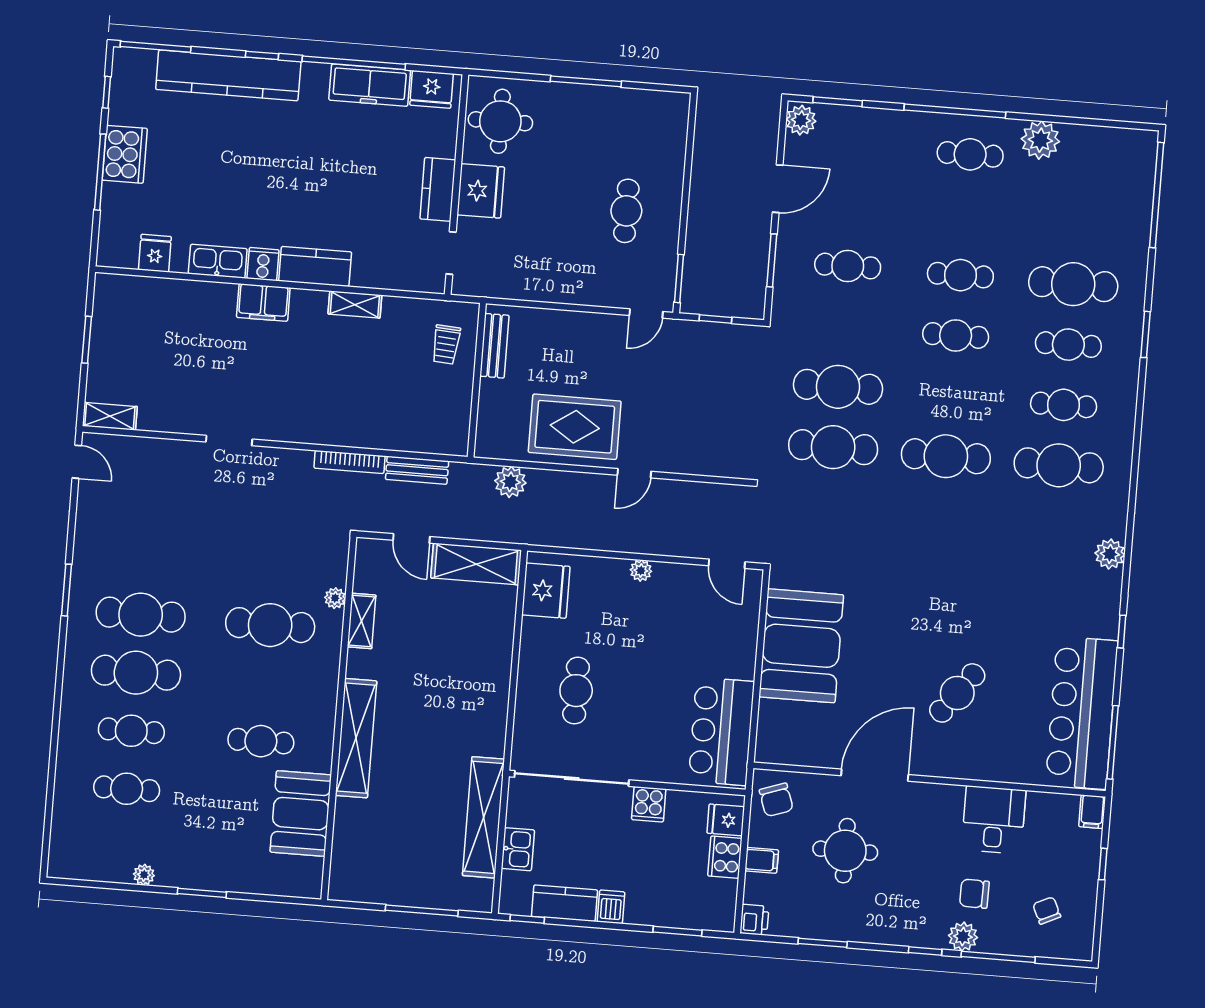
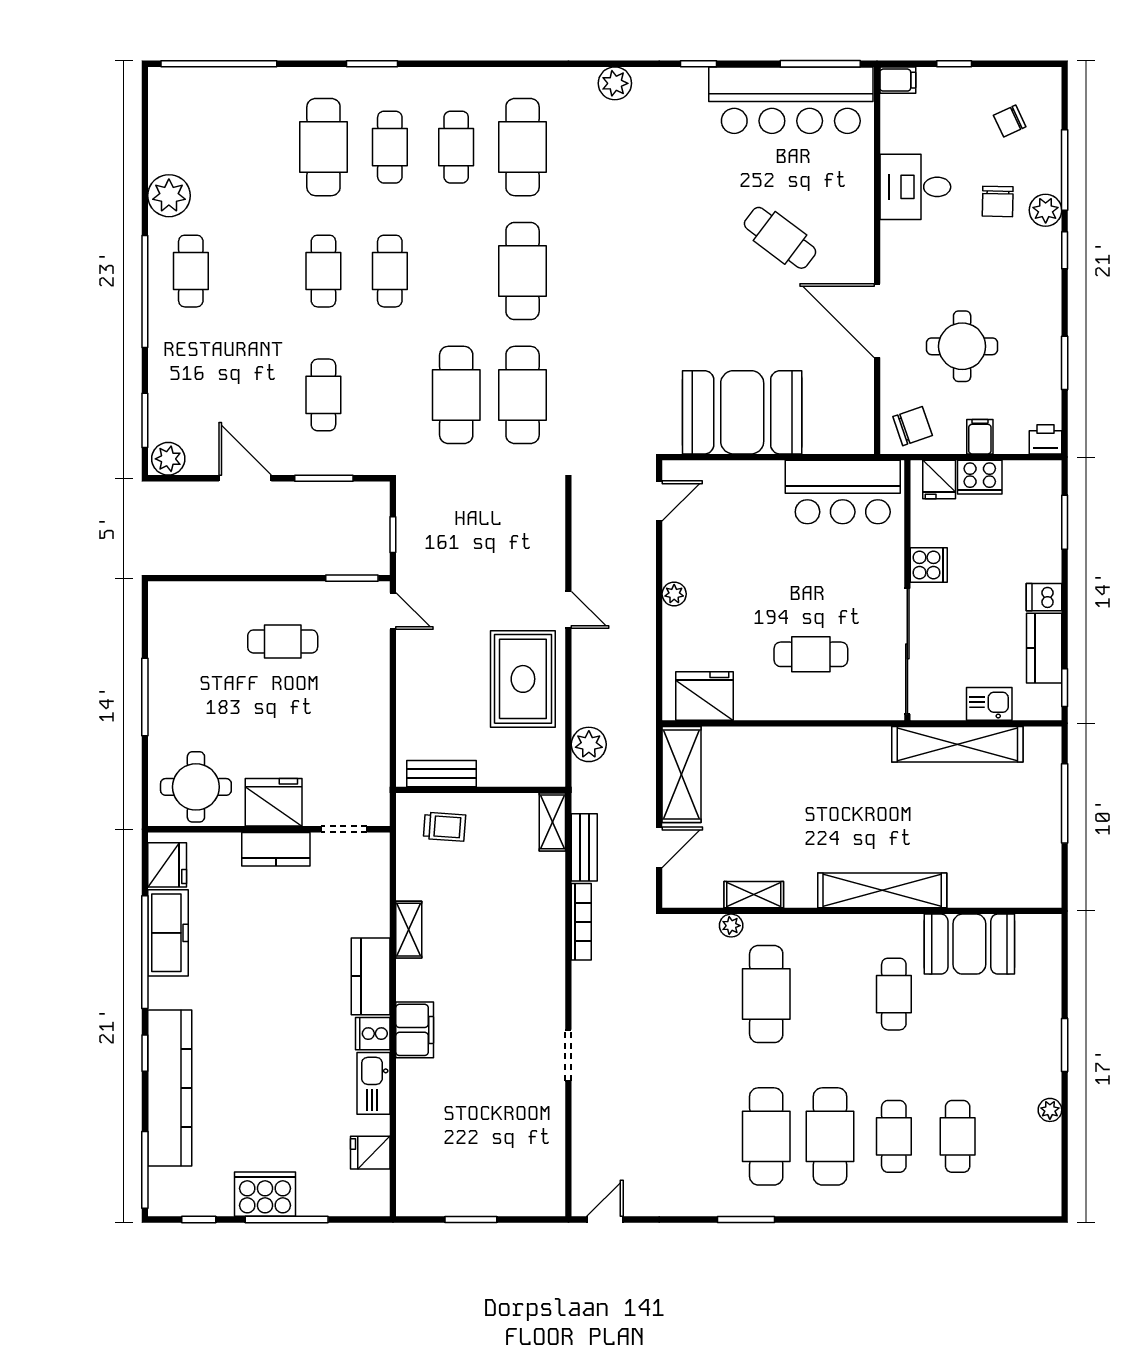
shelving: (110, 416) -> (552, 822), moved

